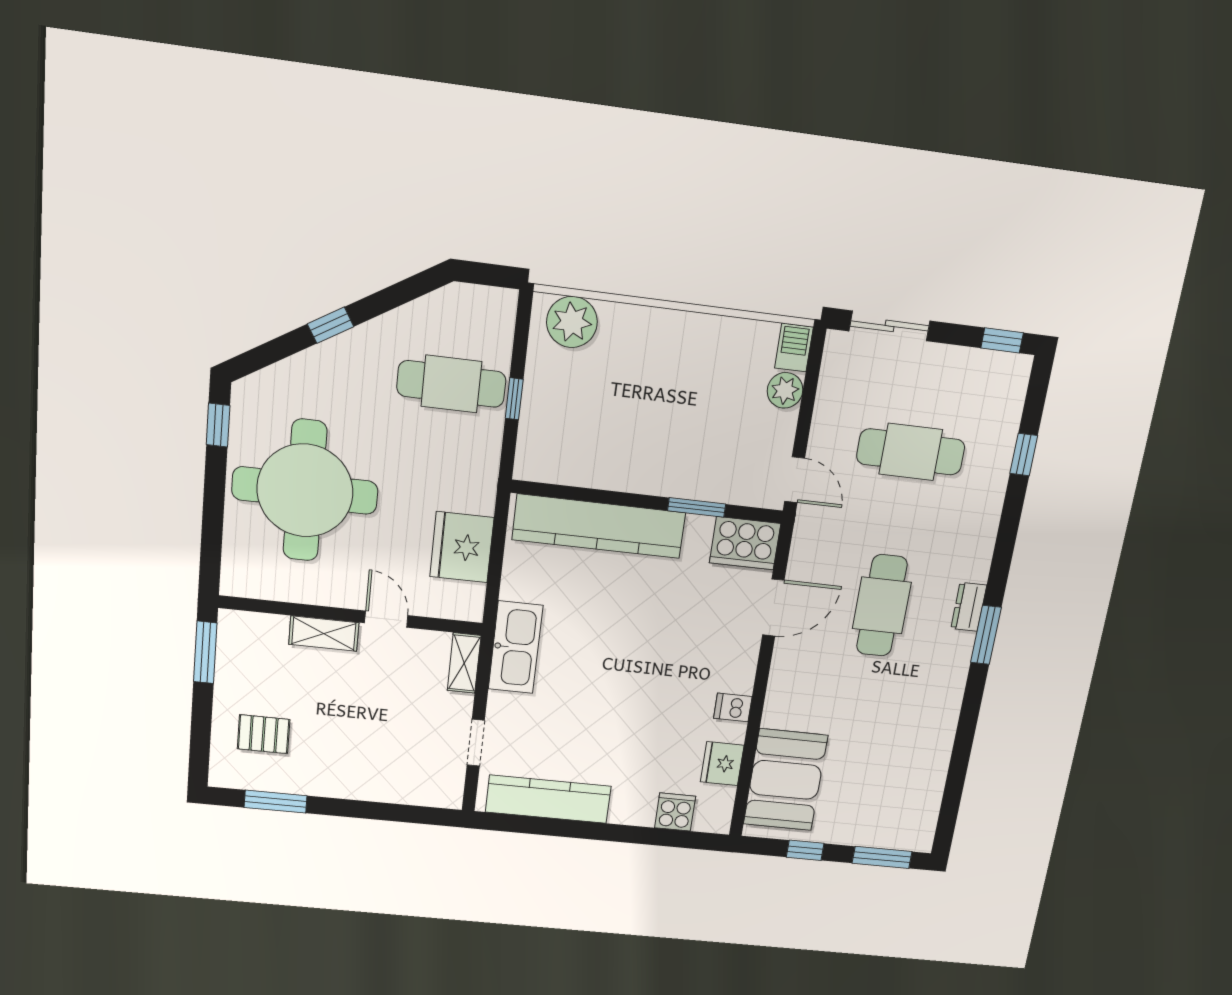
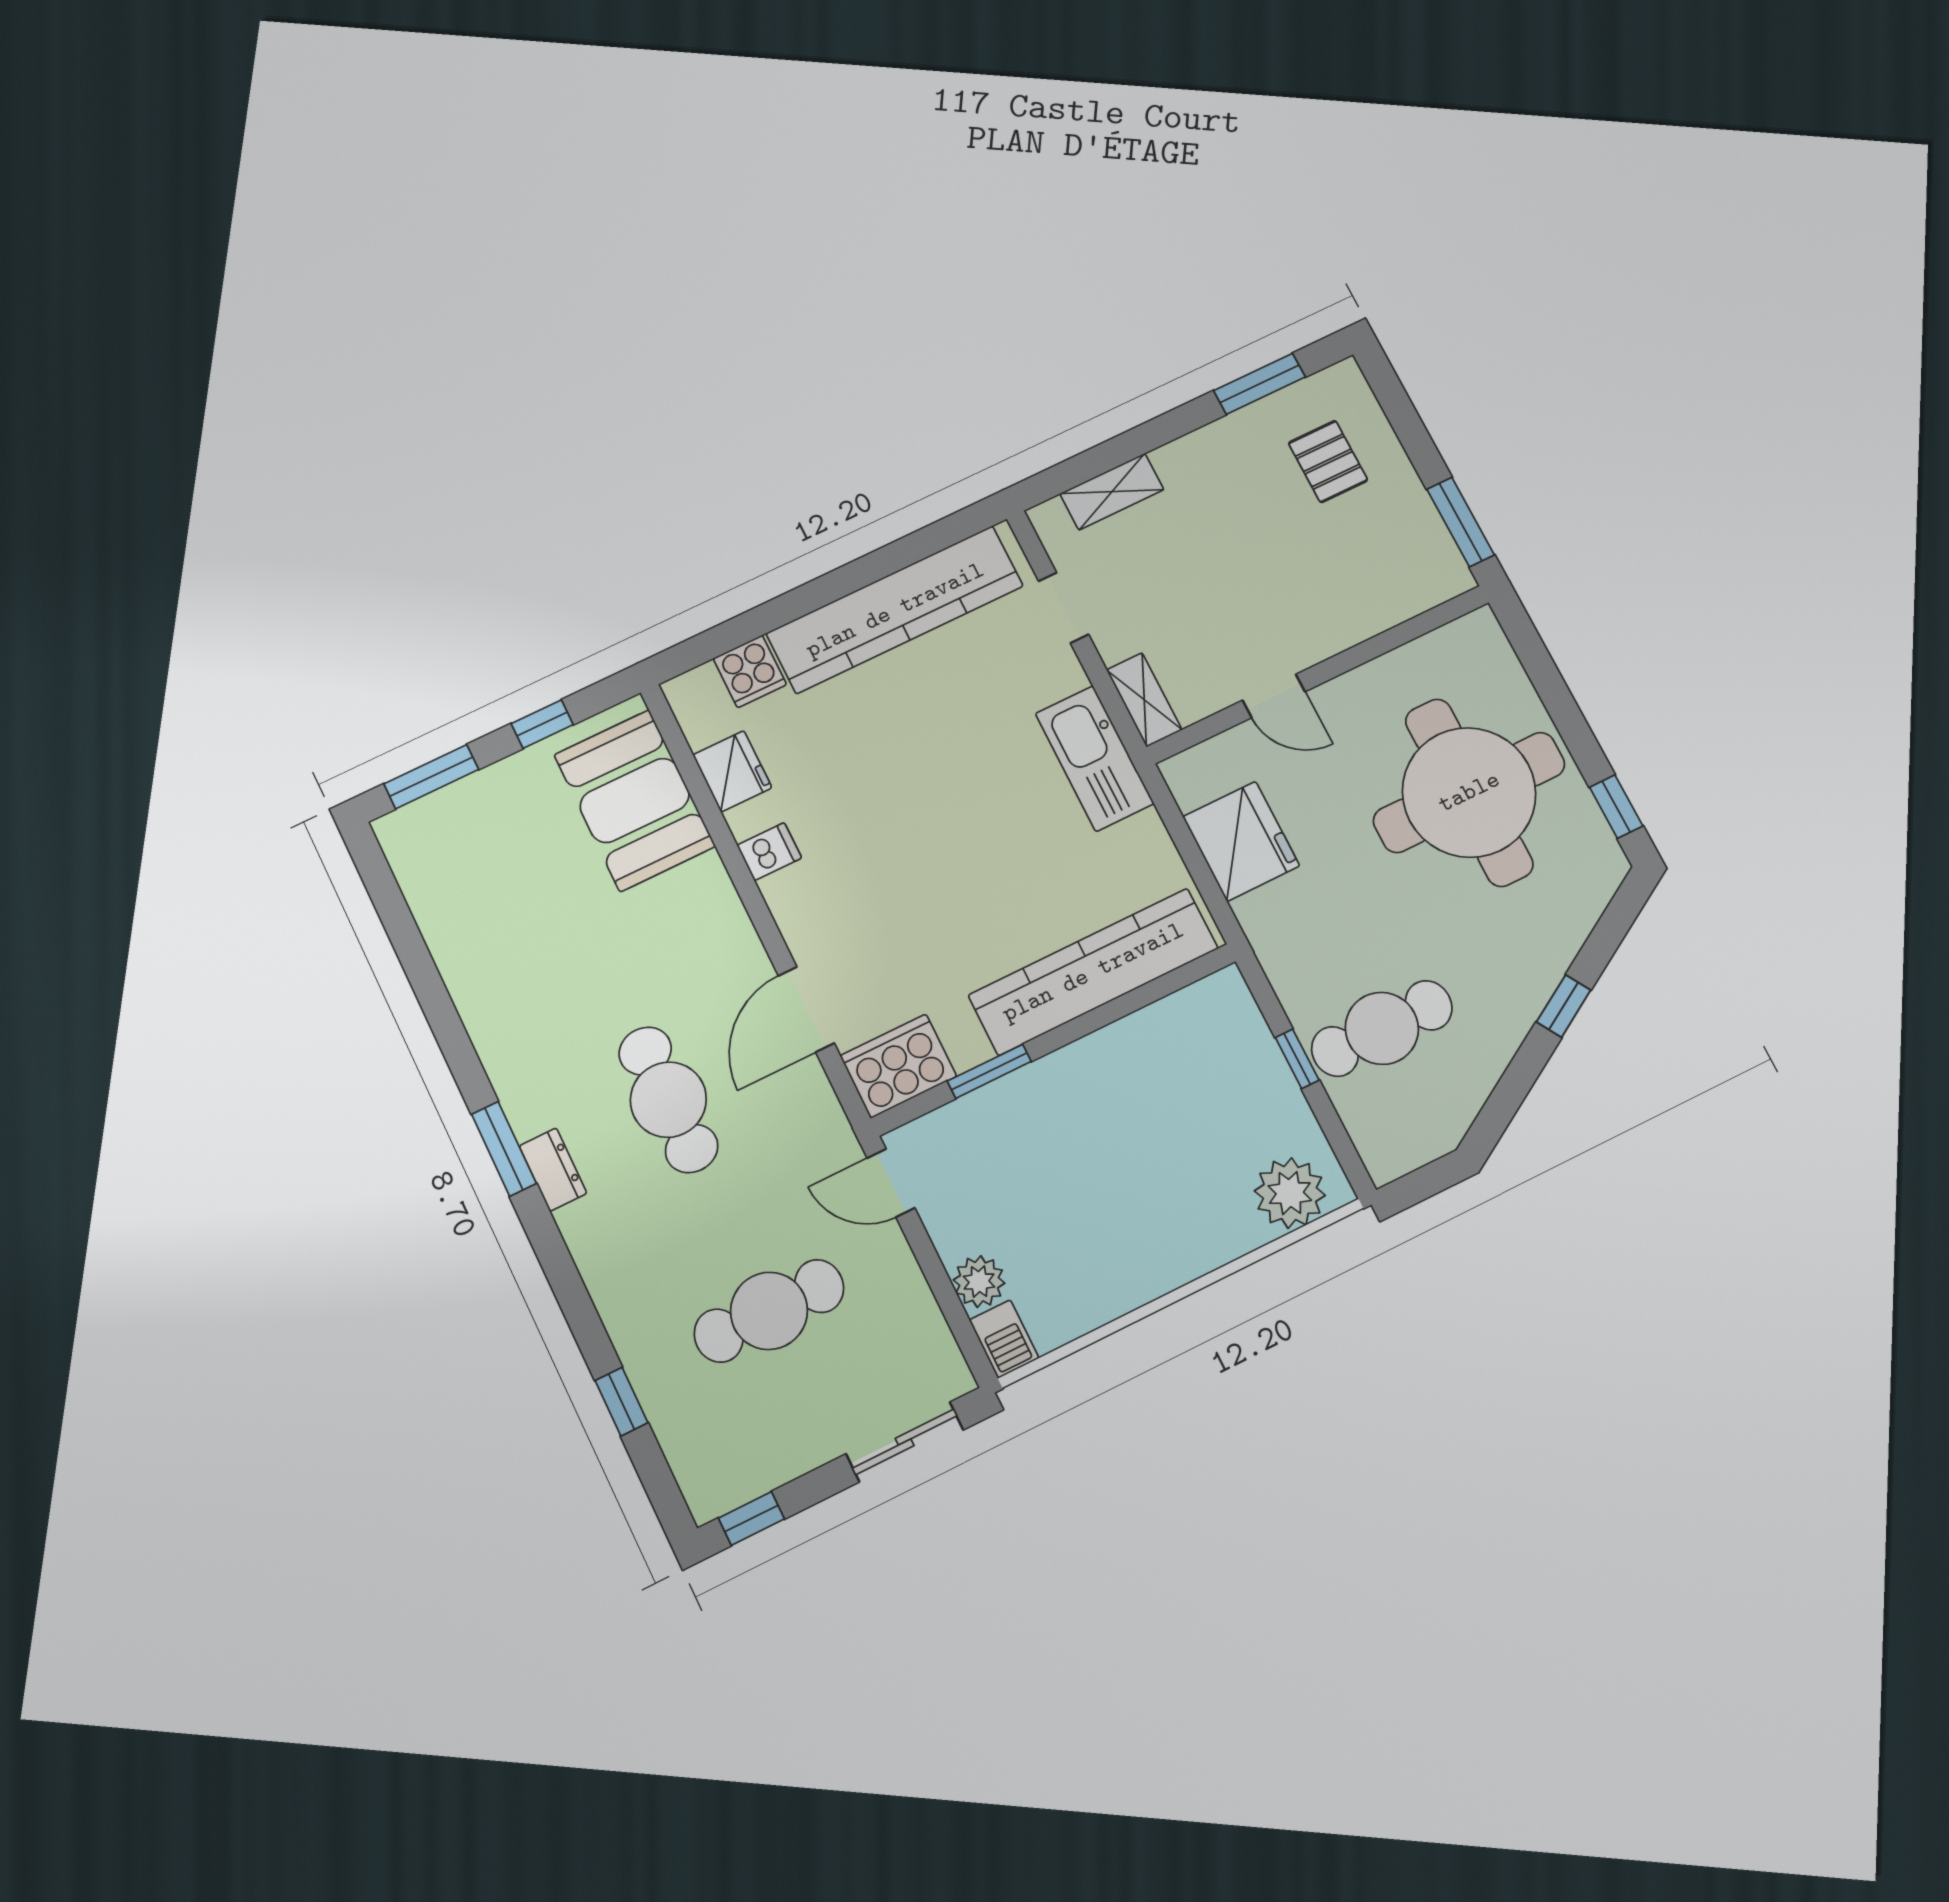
shelving: (324, 634) -> (1112, 492), moved
pallet: (264, 734) -> (1328, 462), turned 90
kitchen counter: (548, 799) -> (895, 610), width x1.39, depth x1.17

